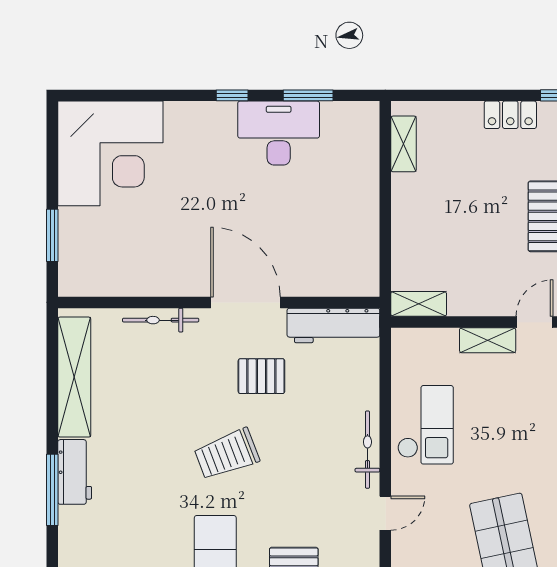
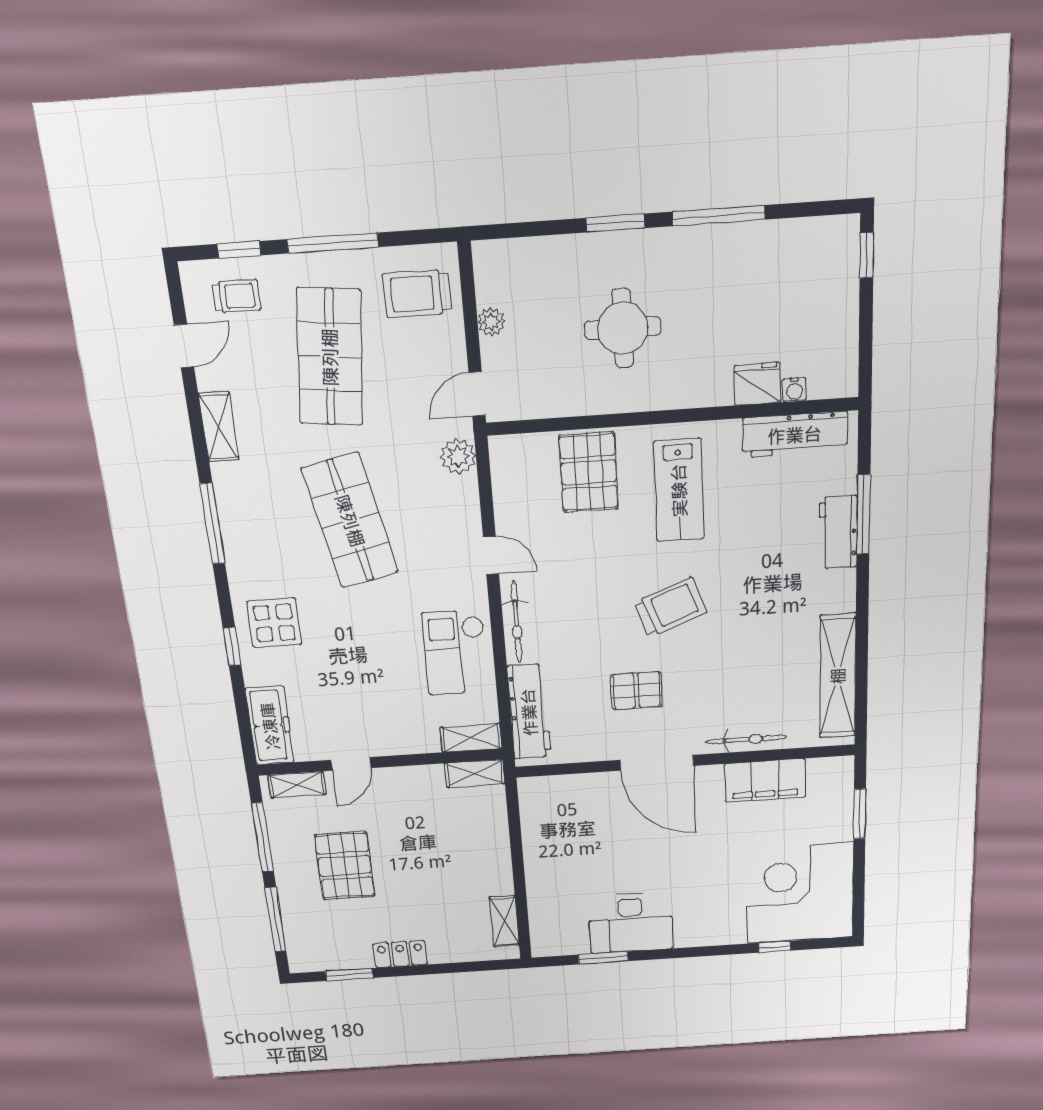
window: (232, 95) -> (774, 947), moved
filing cabinet: (143, 277) -> (765, 781), added
workbench: (333, 325) -> (529, 712), moved, turned 90
shelving: (488, 340) -> (471, 738), moved
workbench: (75, 472) -> (838, 532), moved
window: (52, 490) -> (863, 515), moved
door: (385, 513) -> (491, 555), swing flipped

